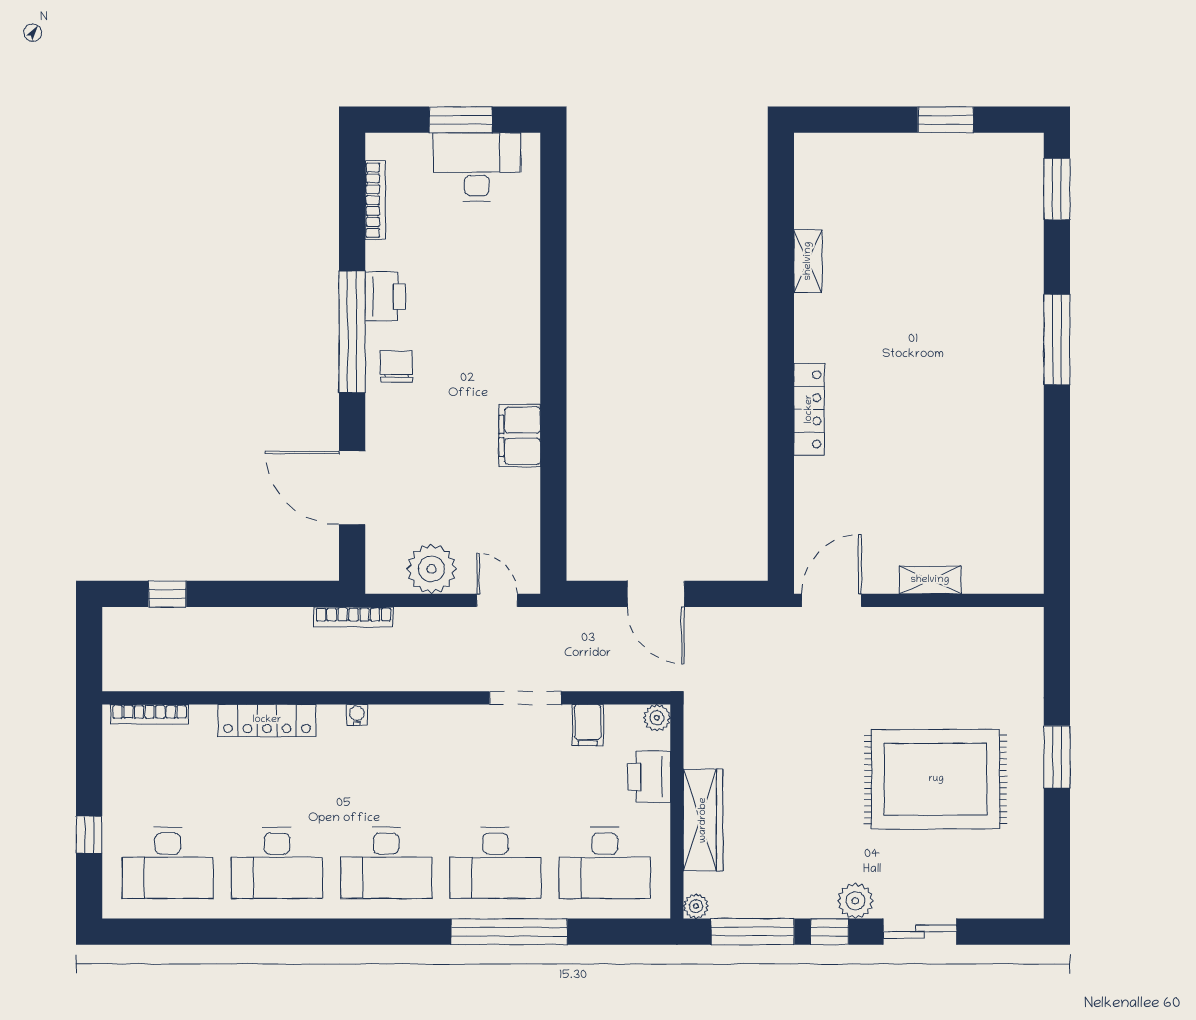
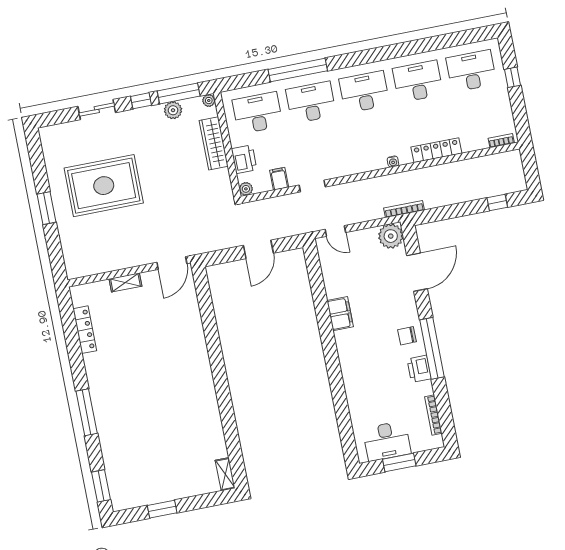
shelving: (808, 261) -> (225, 474), moved
chair: (397, 366) -> (407, 336), turned 90
locker: (809, 409) -> (85, 330), moved, turned 180
door: (352, 488) -> (417, 272), hinge flipped
plant: (432, 569) -> (391, 236), moved
door: (656, 594) -> (258, 249), swing flipped
doorway: (525, 698) -> (312, 186), width x0.73
bookcase: (150, 714) -> (501, 141), width x0.64
plant: (855, 901) -> (173, 110), moved

